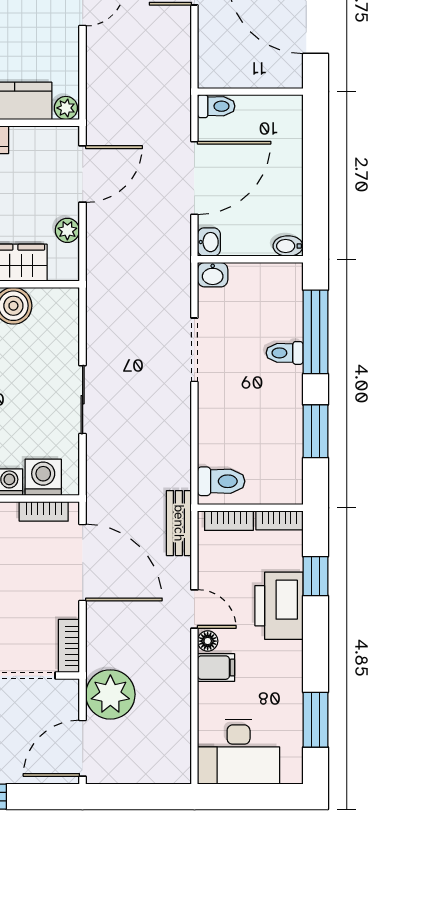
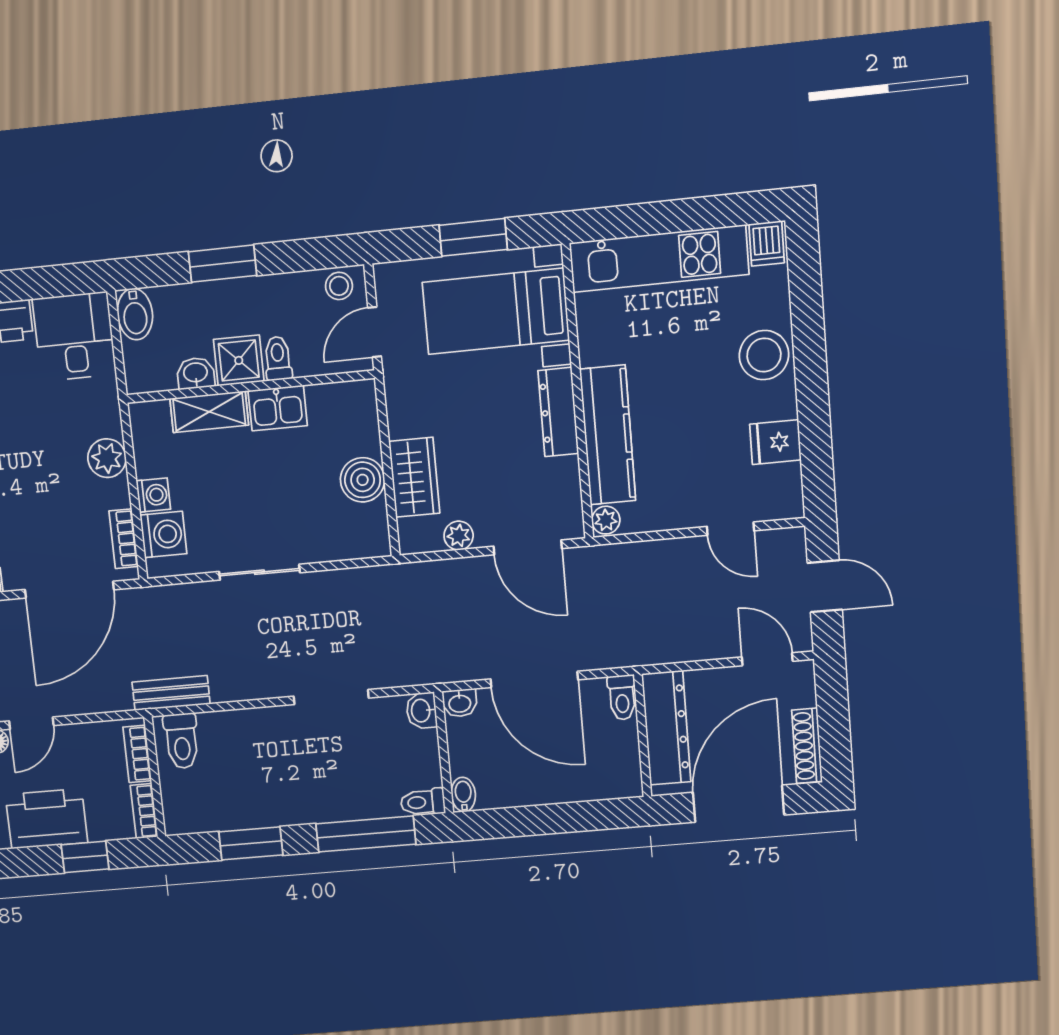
dresser: (245, 71) -> (666, 728), added
toilet: (285, 353) -> (423, 802), moved, turned -90
bench: (179, 523) -> (171, 693), moved

